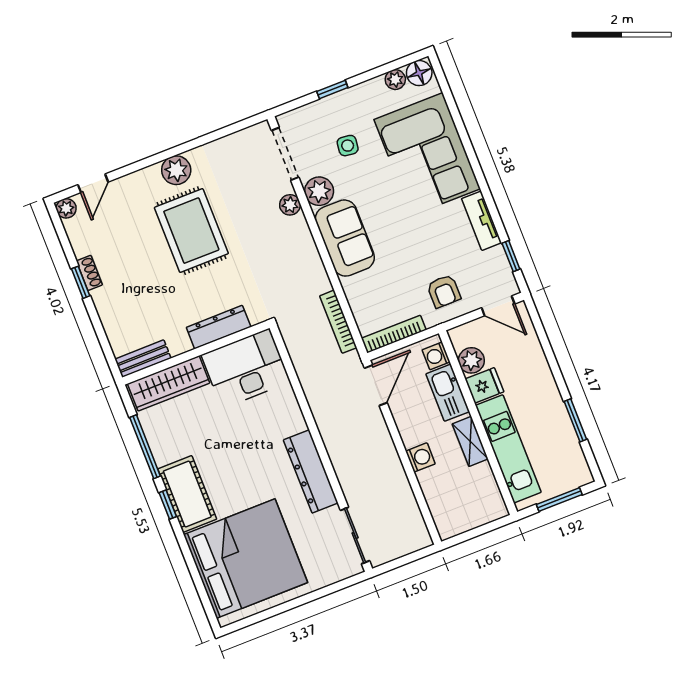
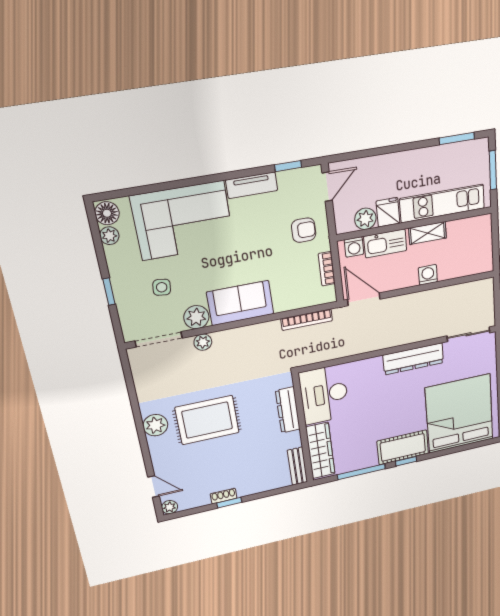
bookcase: (394, 334) -> (327, 269), width x0.64
window: (575, 420) -> (457, 138), moved

